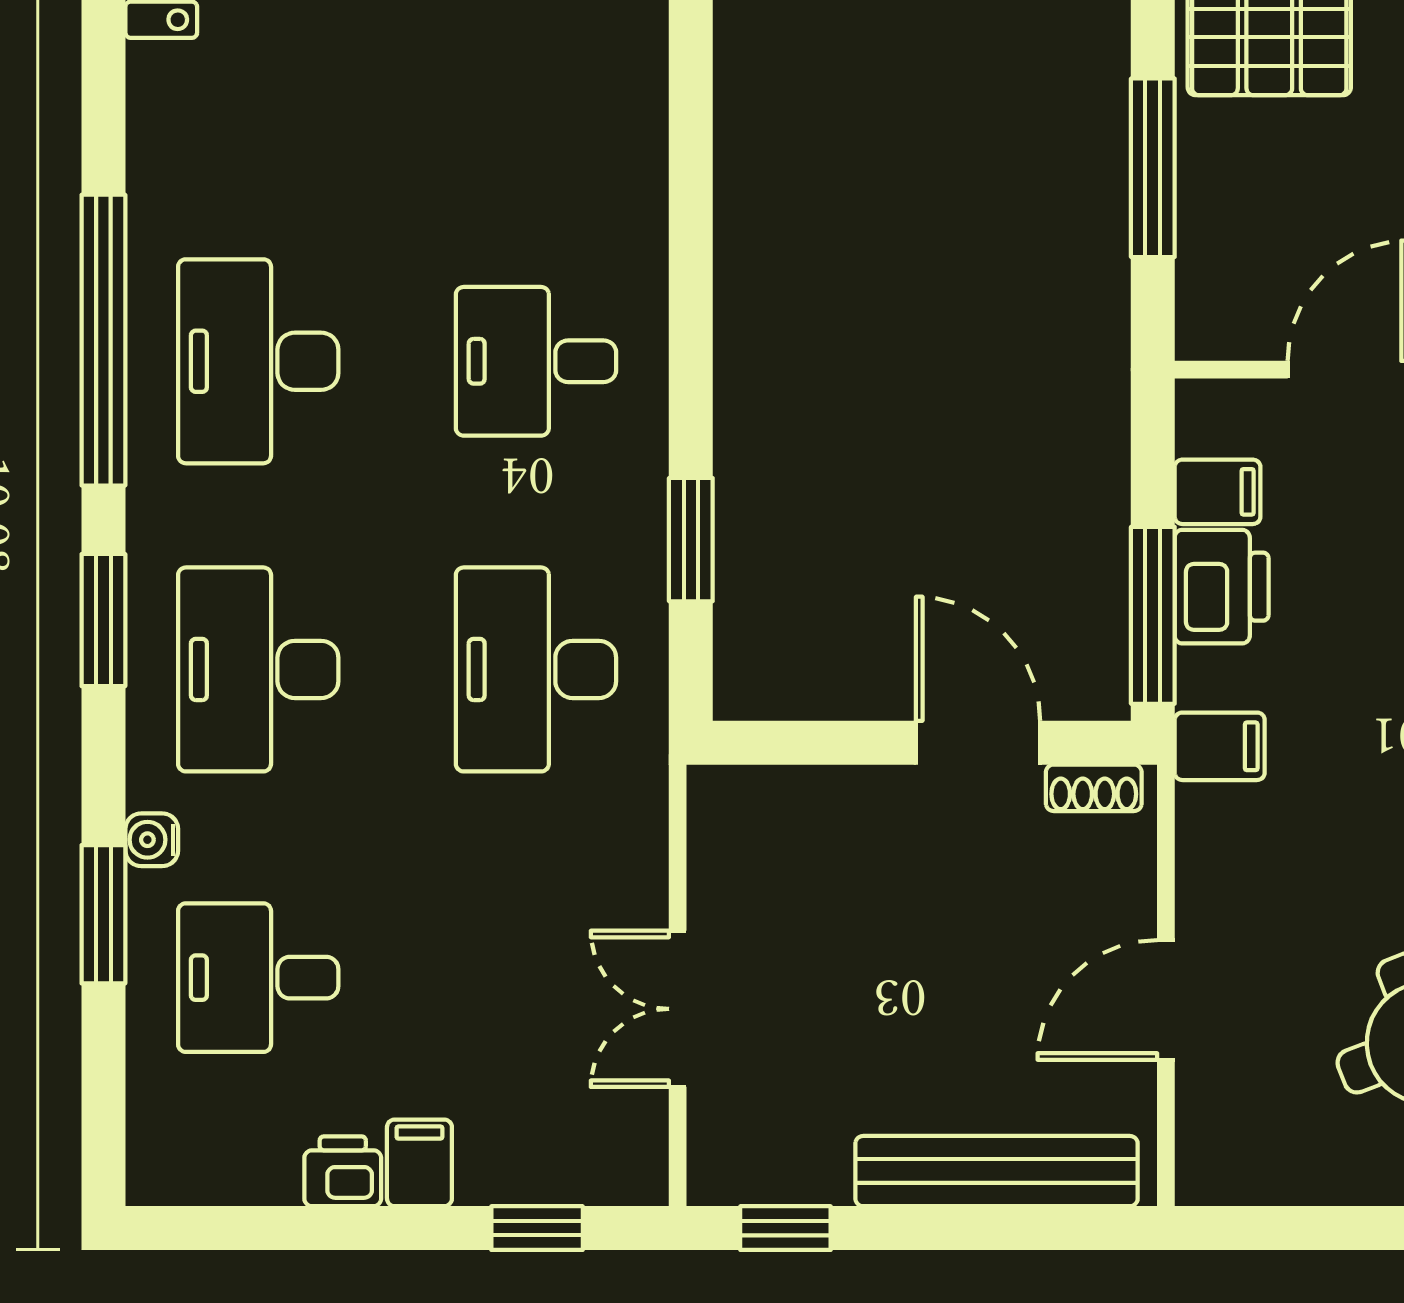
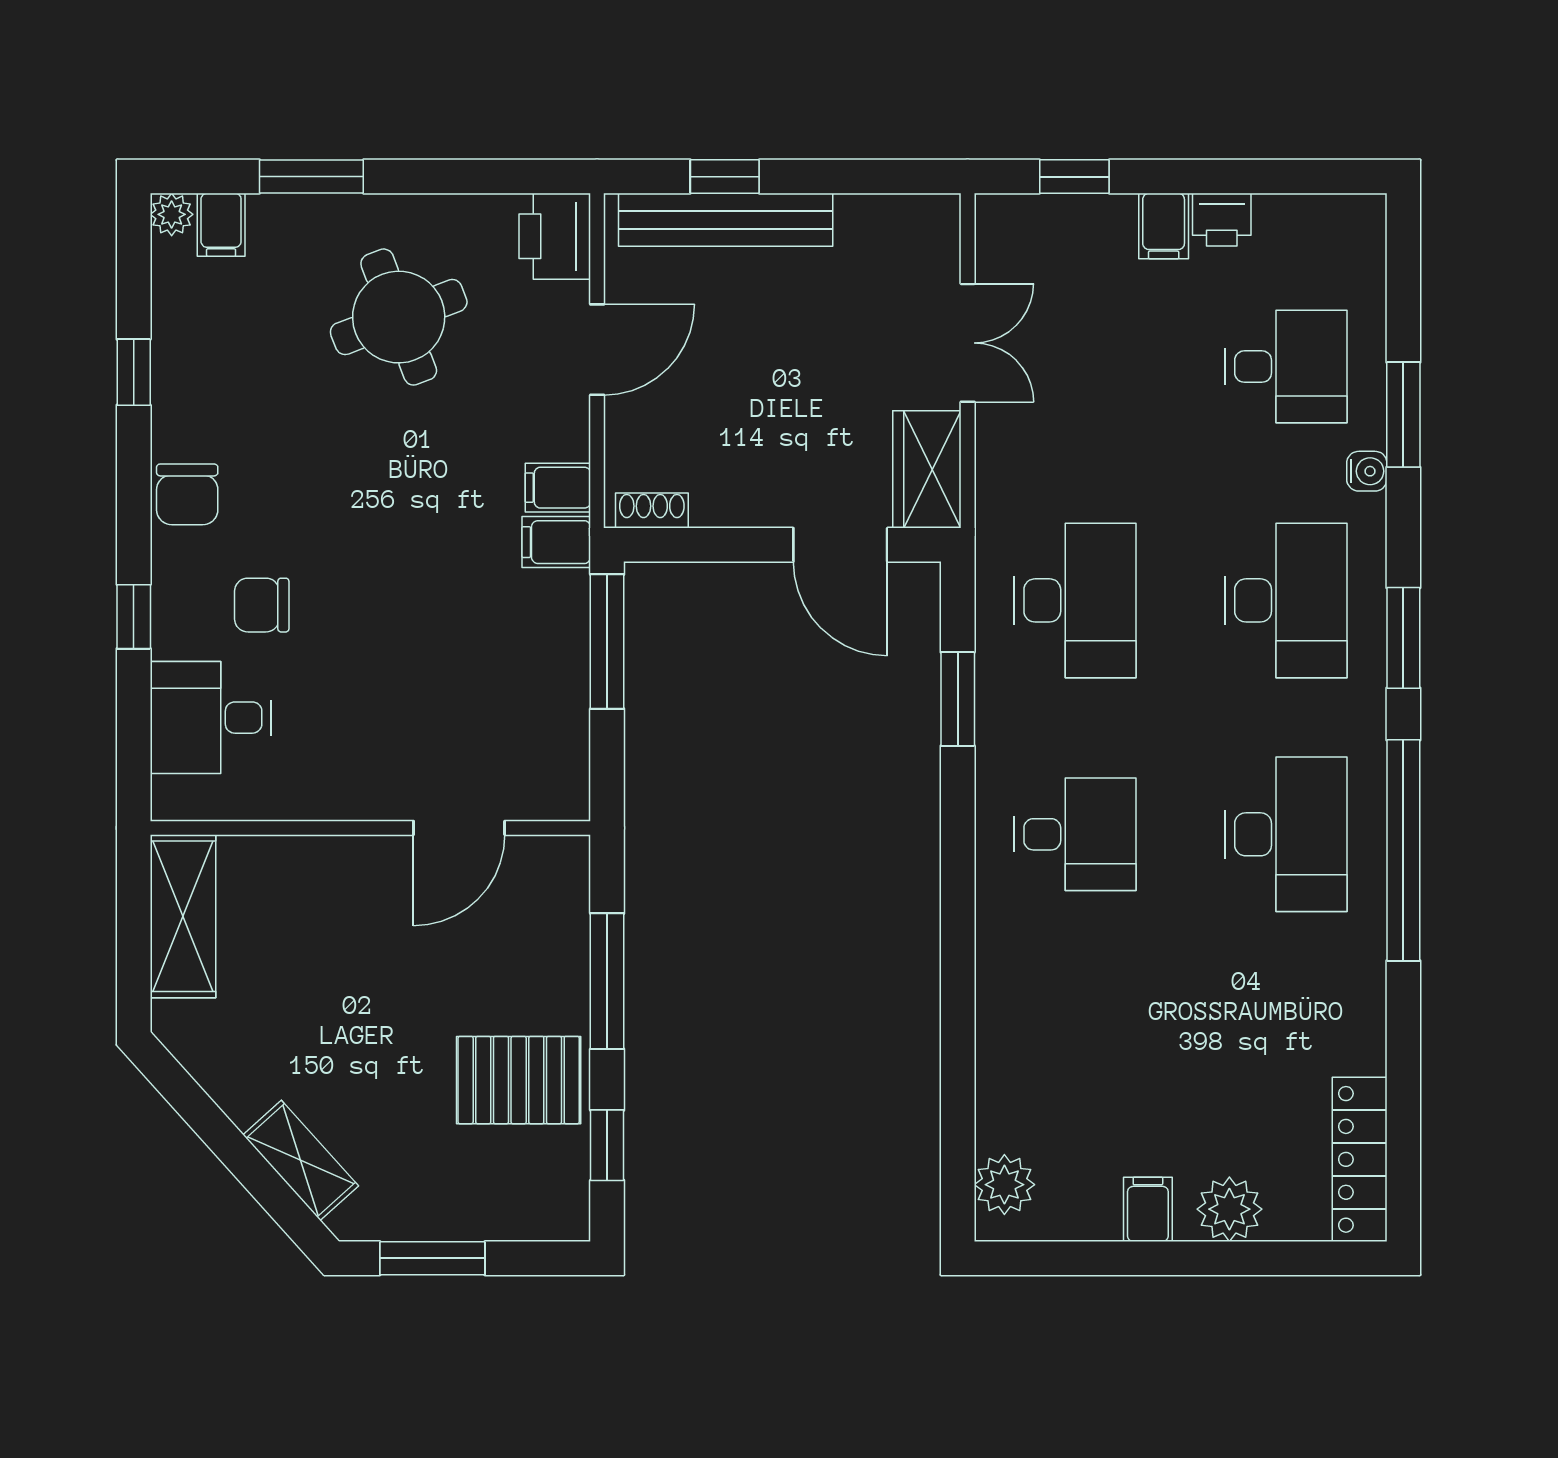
filing cabinet: (1218, 492) -> (558, 488), moved
printer: (1222, 587) -> (555, 236), moved
door: (978, 743) -> (840, 545), moved
wardrobe: (731, 842) -> (927, 469), added
window: (785, 1228) -> (725, 177), moved

